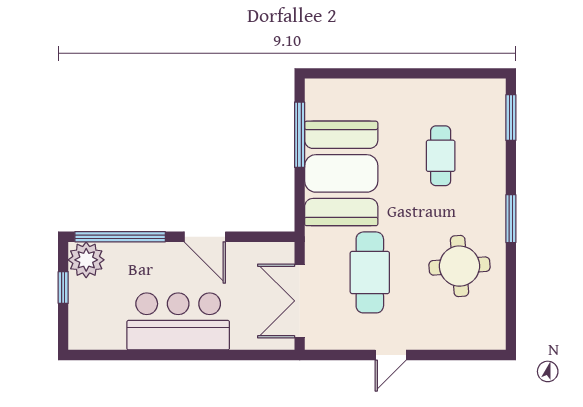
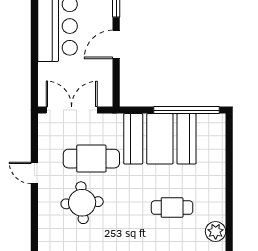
plant: (475, 93) -> (216, 231), added
window: (300, 135) -> (187, 110), width x1.46
round table: (459, 266) -> (82, 203), moved

